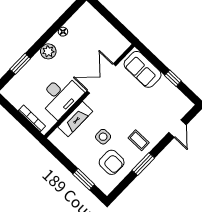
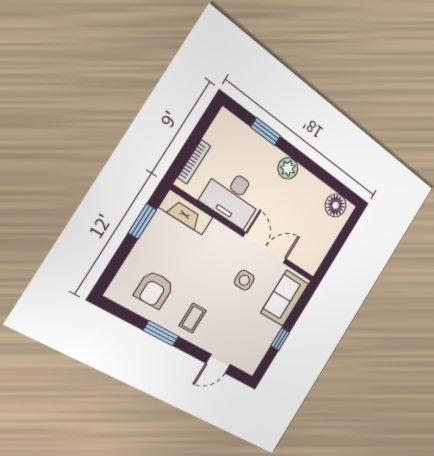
floor lamp: (63, 32) -> (336, 205), moved, width x1.89, depth x1.89
fireplace: (75, 119) -> (186, 212), moved
side table: (103, 137) -> (244, 280), moved
window: (84, 179) -> (142, 221), moved

